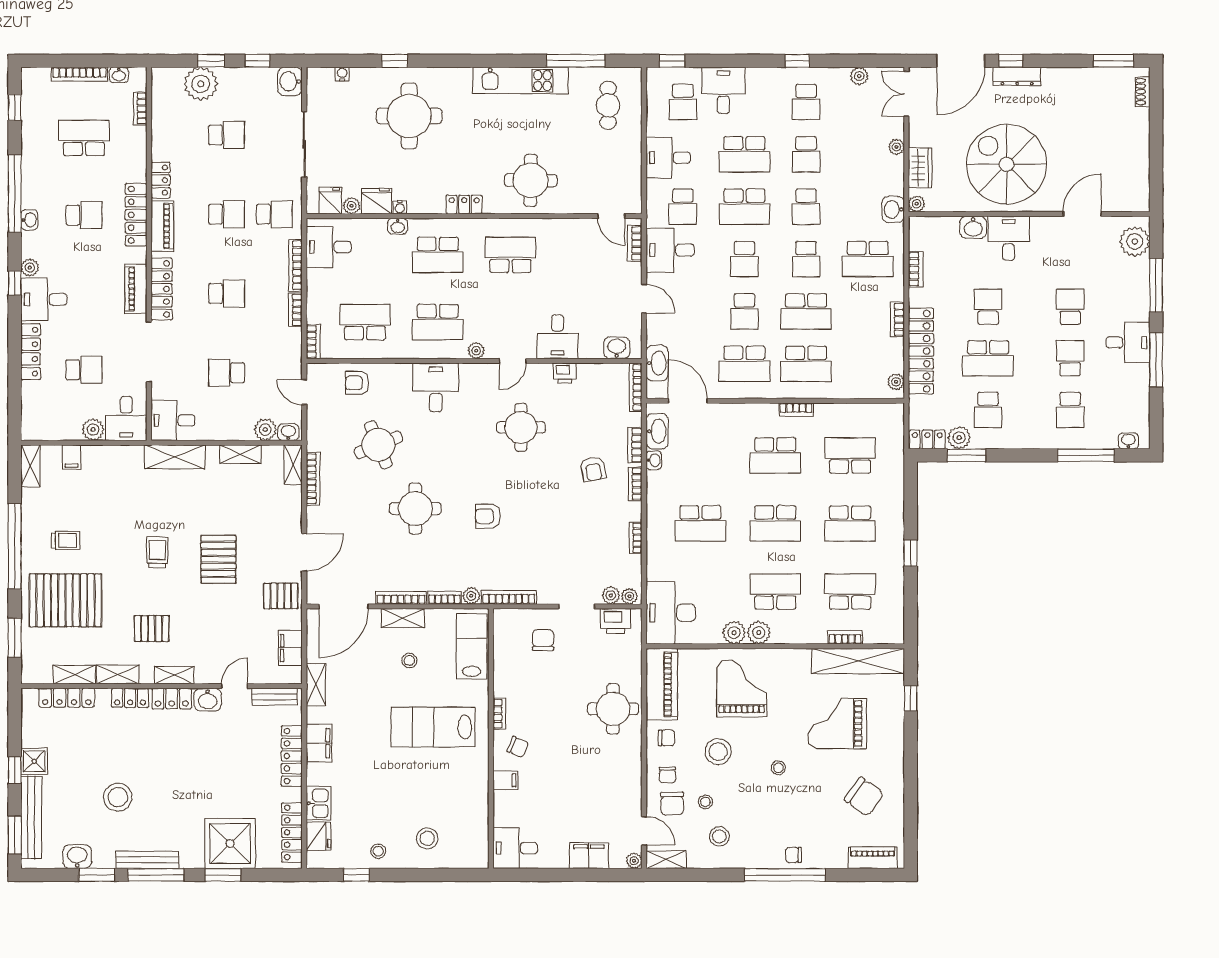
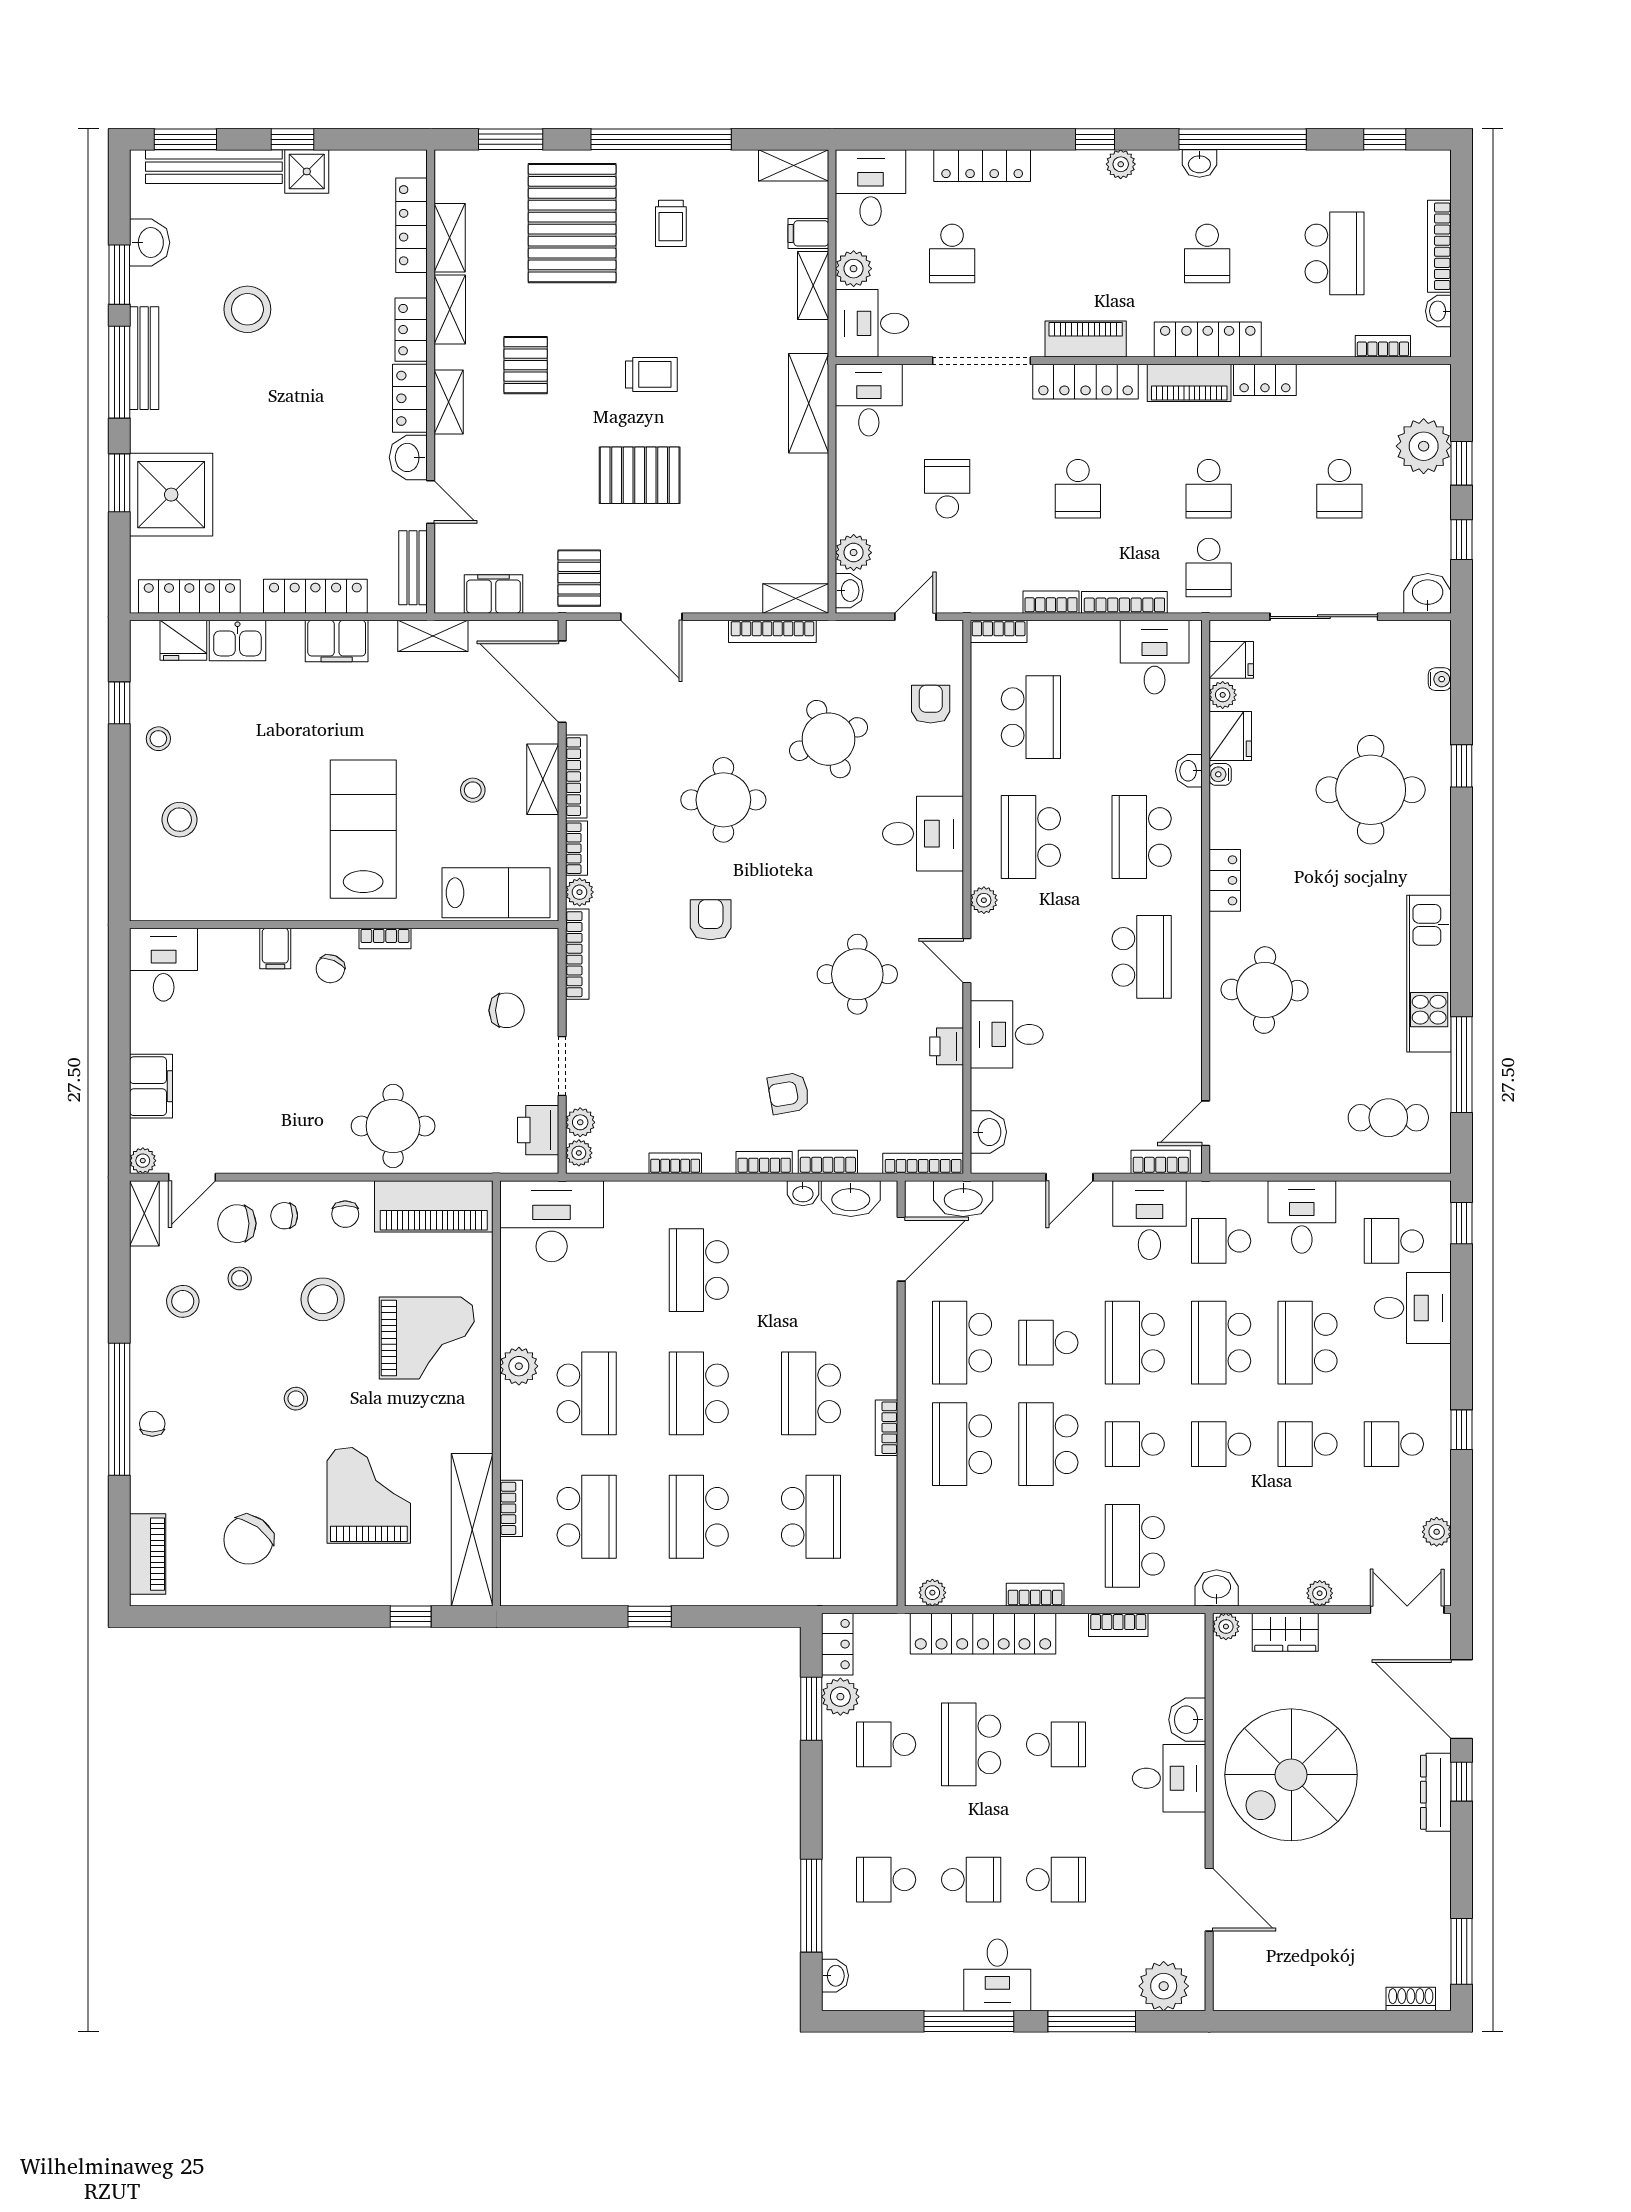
spiral stairs: (1007, 164) -> (1291, 1775), turned 180
school desk: (744, 259) -> (1135, 1343), width x1.85
desk: (44, 299) -> (871, 188), moved
shelving: (240, 454) -> (813, 285), moved
plant: (734, 633) -> (519, 1326), removed

